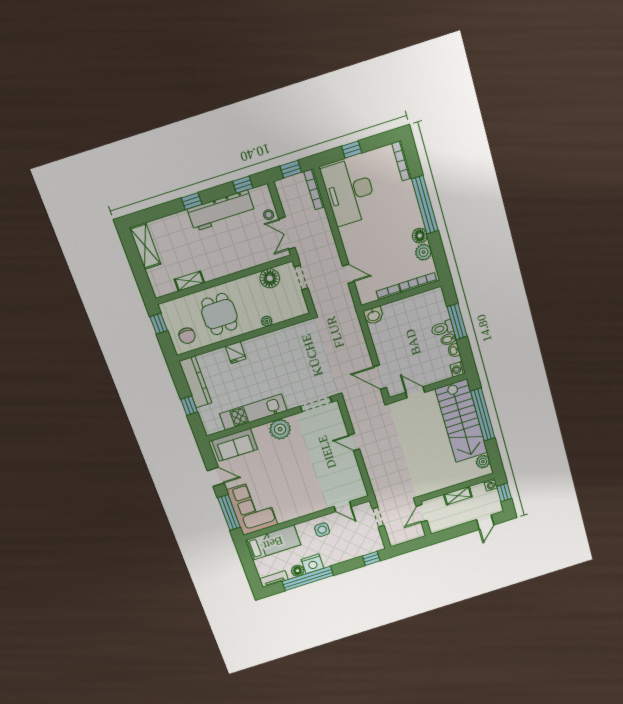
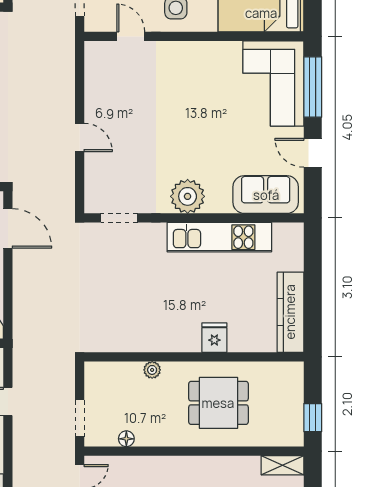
floor lamp: (270, 278) -> (126, 439), width x0.53, depth x0.53
shelving: (189, 281) -> (282, 465), moved
dining table: (219, 314) -> (218, 403), turned 90
chair: (187, 336) -> (278, 386), removed
doorway: (316, 404) -> (119, 218), width x0.73
window: (189, 406) -> (313, 279), removed

